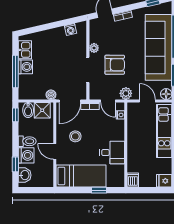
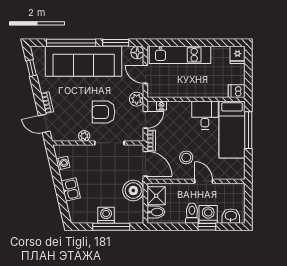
kitchen sink: (25, 50) -> (71, 189), moved, turned 77
armchair: (115, 65) -> (104, 112), turned -90
boiler: (51, 95) -> (133, 190), width x1.86, depth x1.86
door: (147, 101) -> (145, 74), hinge flipped
window: (15, 115) -> (161, 227), removed
door: (55, 151) -> (204, 181), swing flipped
window: (15, 164) -> (207, 227), moved
bed: (81, 176) -> (232, 130), moved, turned 180
window: (99, 190) -> (248, 130), width x2.17

